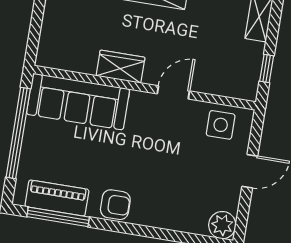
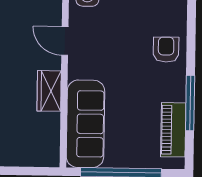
armchair: (115, 205) -> (166, 50), moved
window: (58, 217) -> (190, 103), moved

